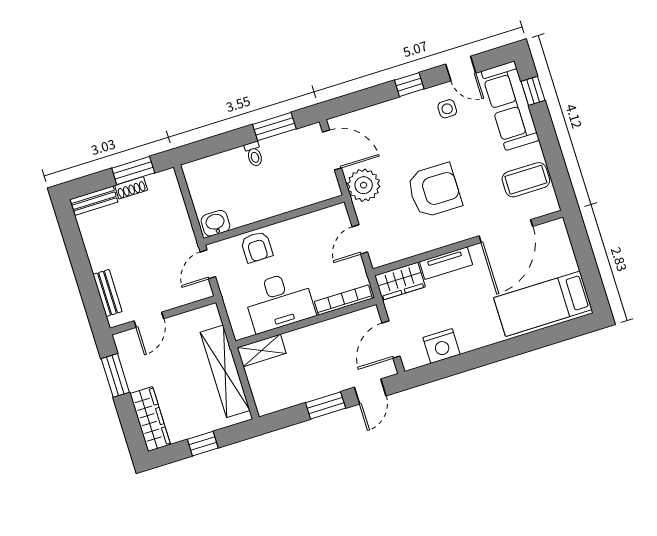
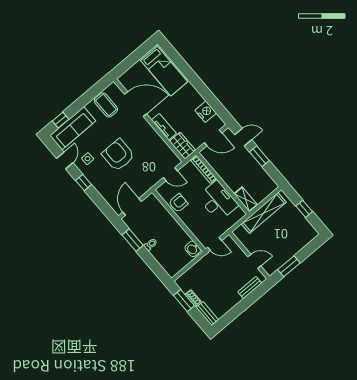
plant: (364, 185) -> (143, 184), removed
armchair: (434, 190) -> (118, 155), moved
armchair: (257, 247) -> (178, 203), moved
wardrobe: (150, 419) -> (303, 240), removed

